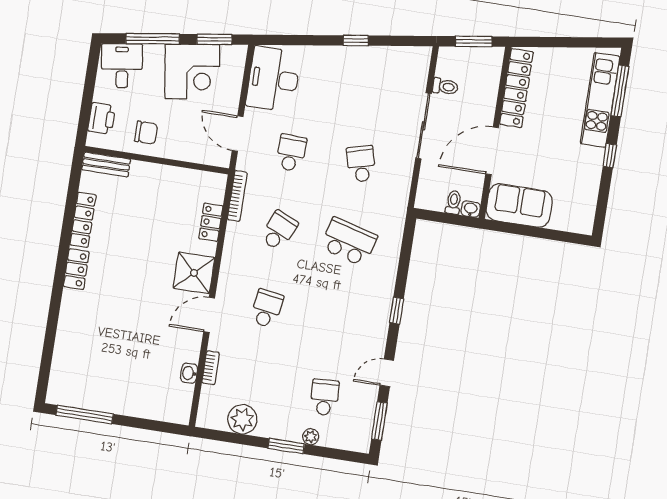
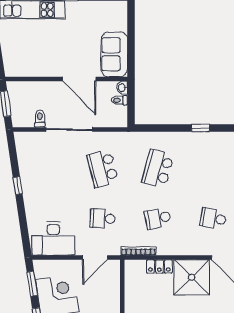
locker: (516, 88) -> (33, 69), removed
school desk: (361, 164) -> (103, 169), width x1.85
school desk: (279, 231) -> (158, 218), turned -36
shower: (194, 273) -> (192, 277), width x1.37, depth x1.37

